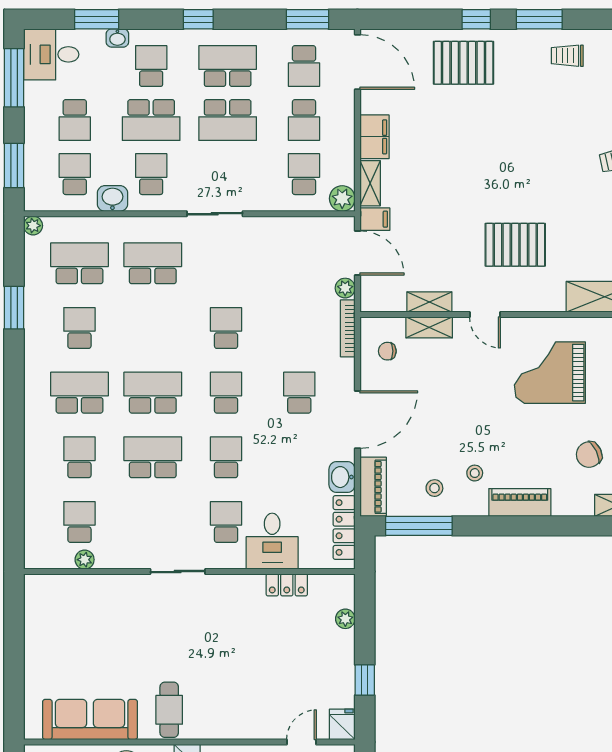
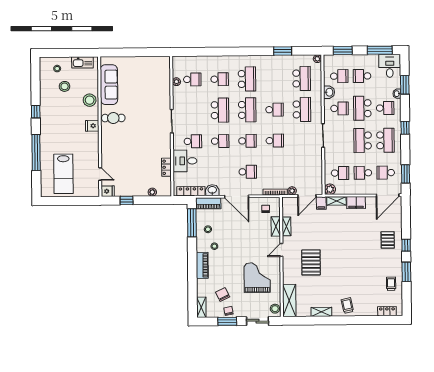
pallet: (463, 63) -> (388, 240), width x0.67, depth x0.71
school desk: (79, 328) -> (275, 110), moved

